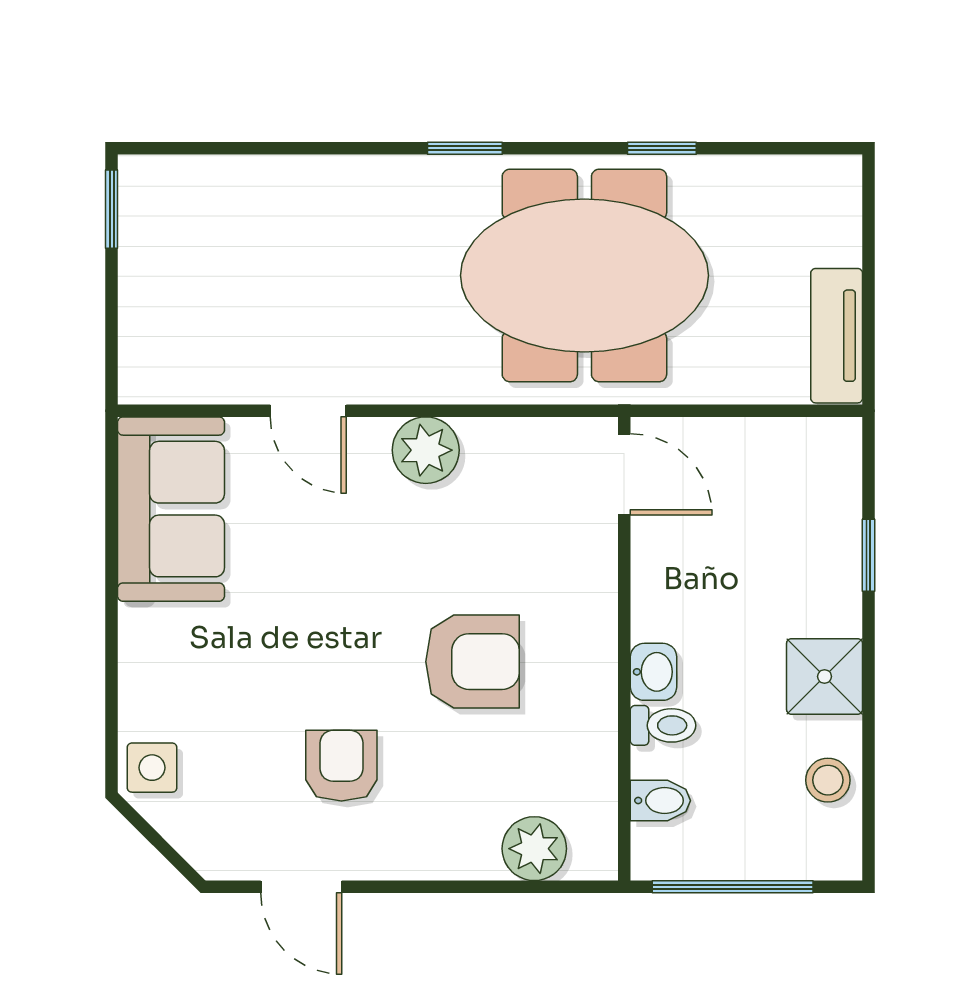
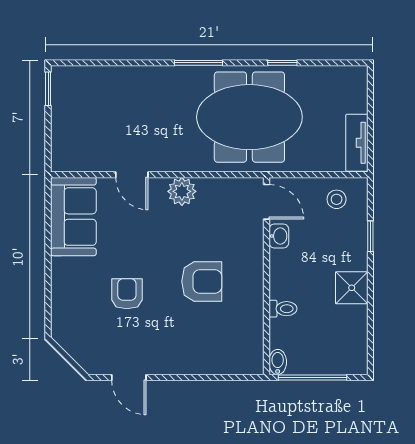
window: (465, 148) -> (198, 63), width x1.50
washbasin: (654, 672) -> (279, 236), moved
armchair: (341, 766) -> (127, 294), moved
side table: (152, 768) -> (65, 327), removed
stool: (828, 780) -> (337, 199), moved
bidet: (660, 801) -> (278, 362), moved, turned -90
plant: (534, 849) -> (228, 361), removed

